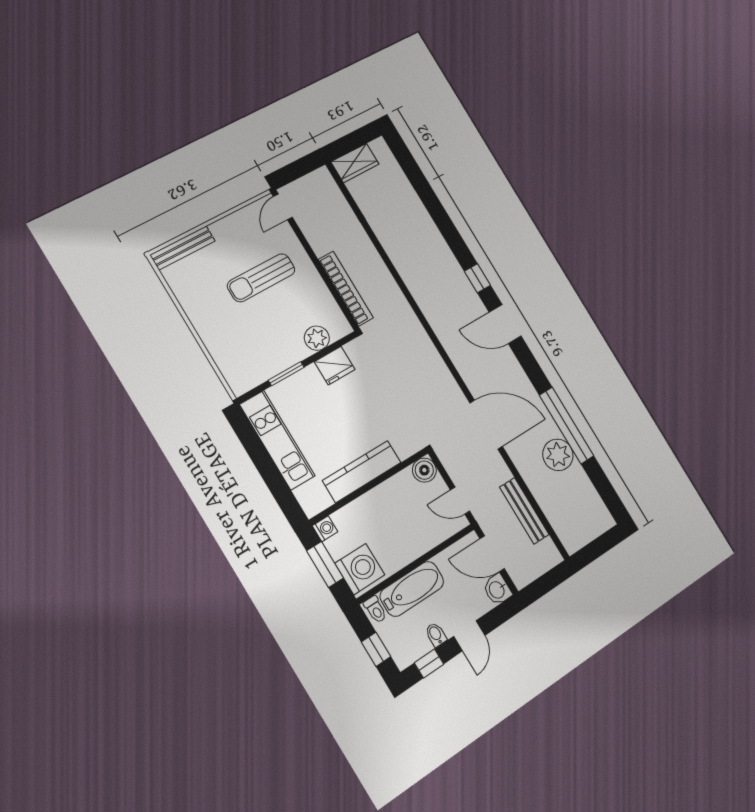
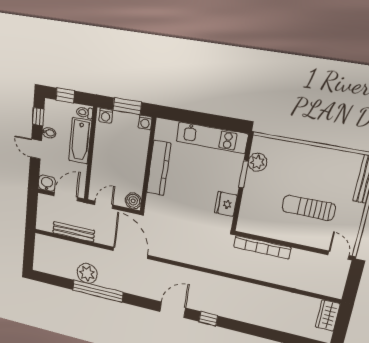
sun lounger: (261, 278) -> (309, 208), turned -90
plant: (317, 338) -> (257, 162), moved
door: (486, 425) -> (130, 253), swing flipped
washing machine: (360, 569) -> (106, 116), width x0.53, depth x0.53

